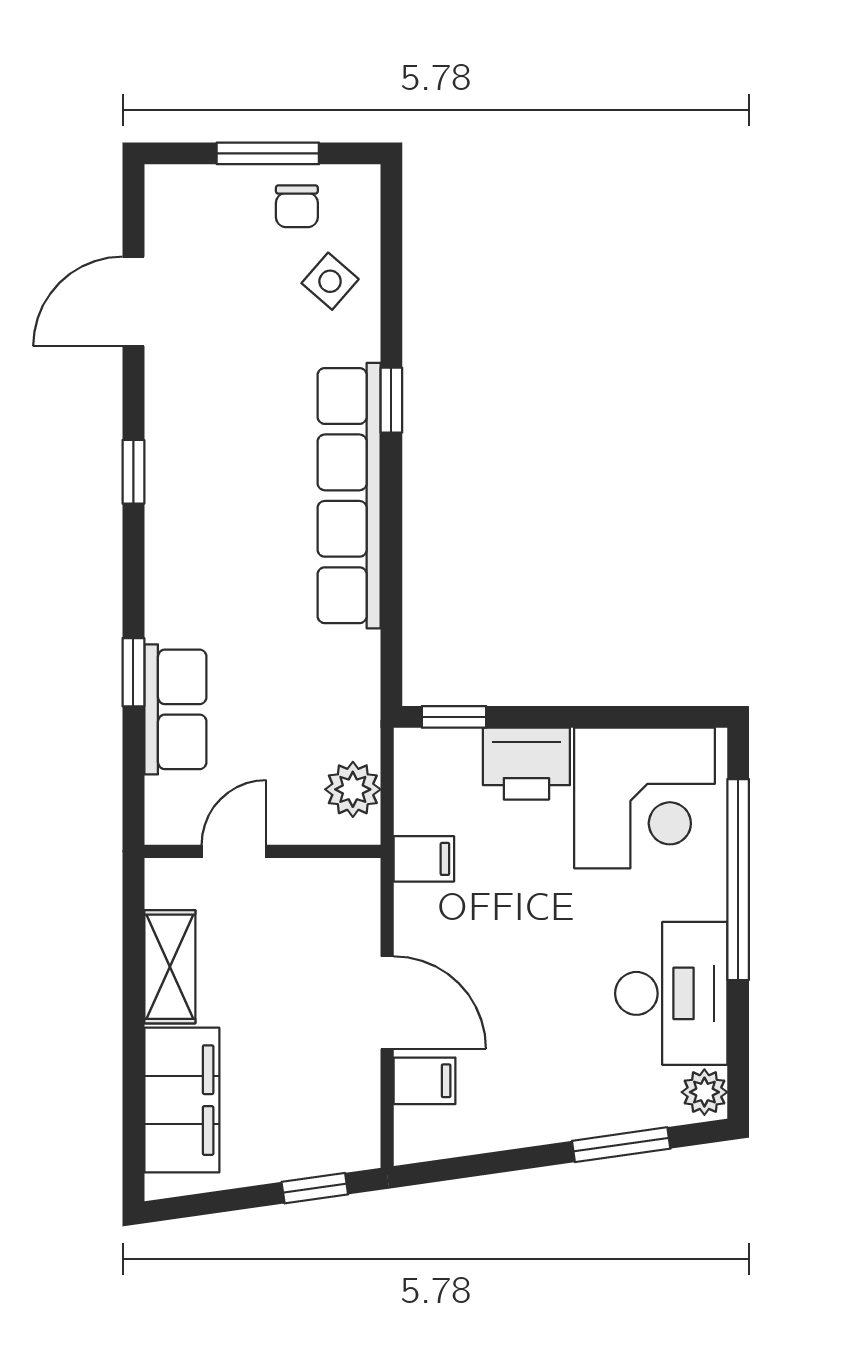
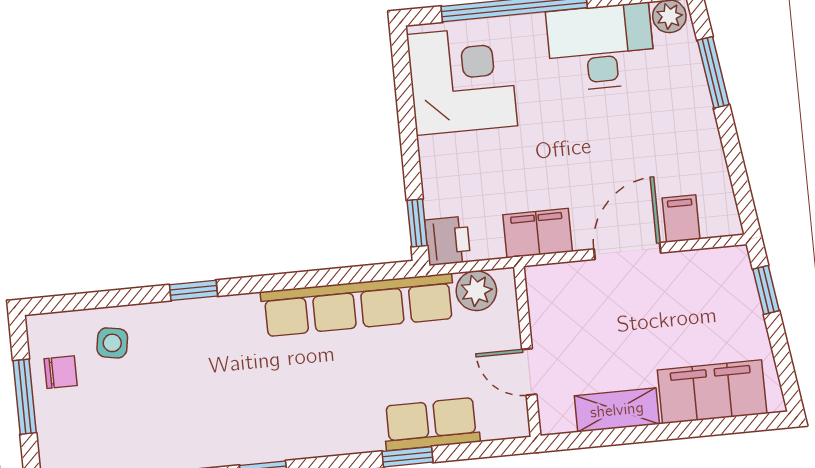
side table: (330, 281) -> (112, 343), turned -31
row of seats: (349, 496) -> (358, 305), moved
printer: (526, 764) -> (448, 241), moved, width x0.73, depth x0.81
filing cabinet: (424, 859) -> (538, 233), width x2.00

